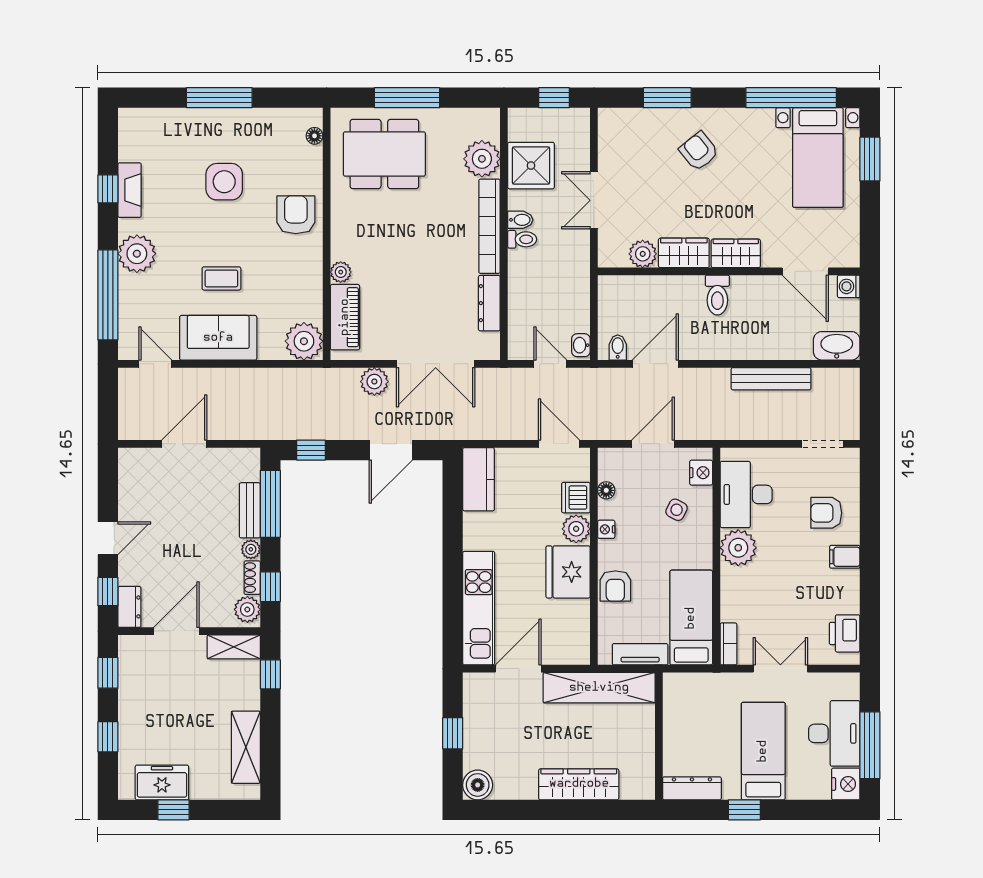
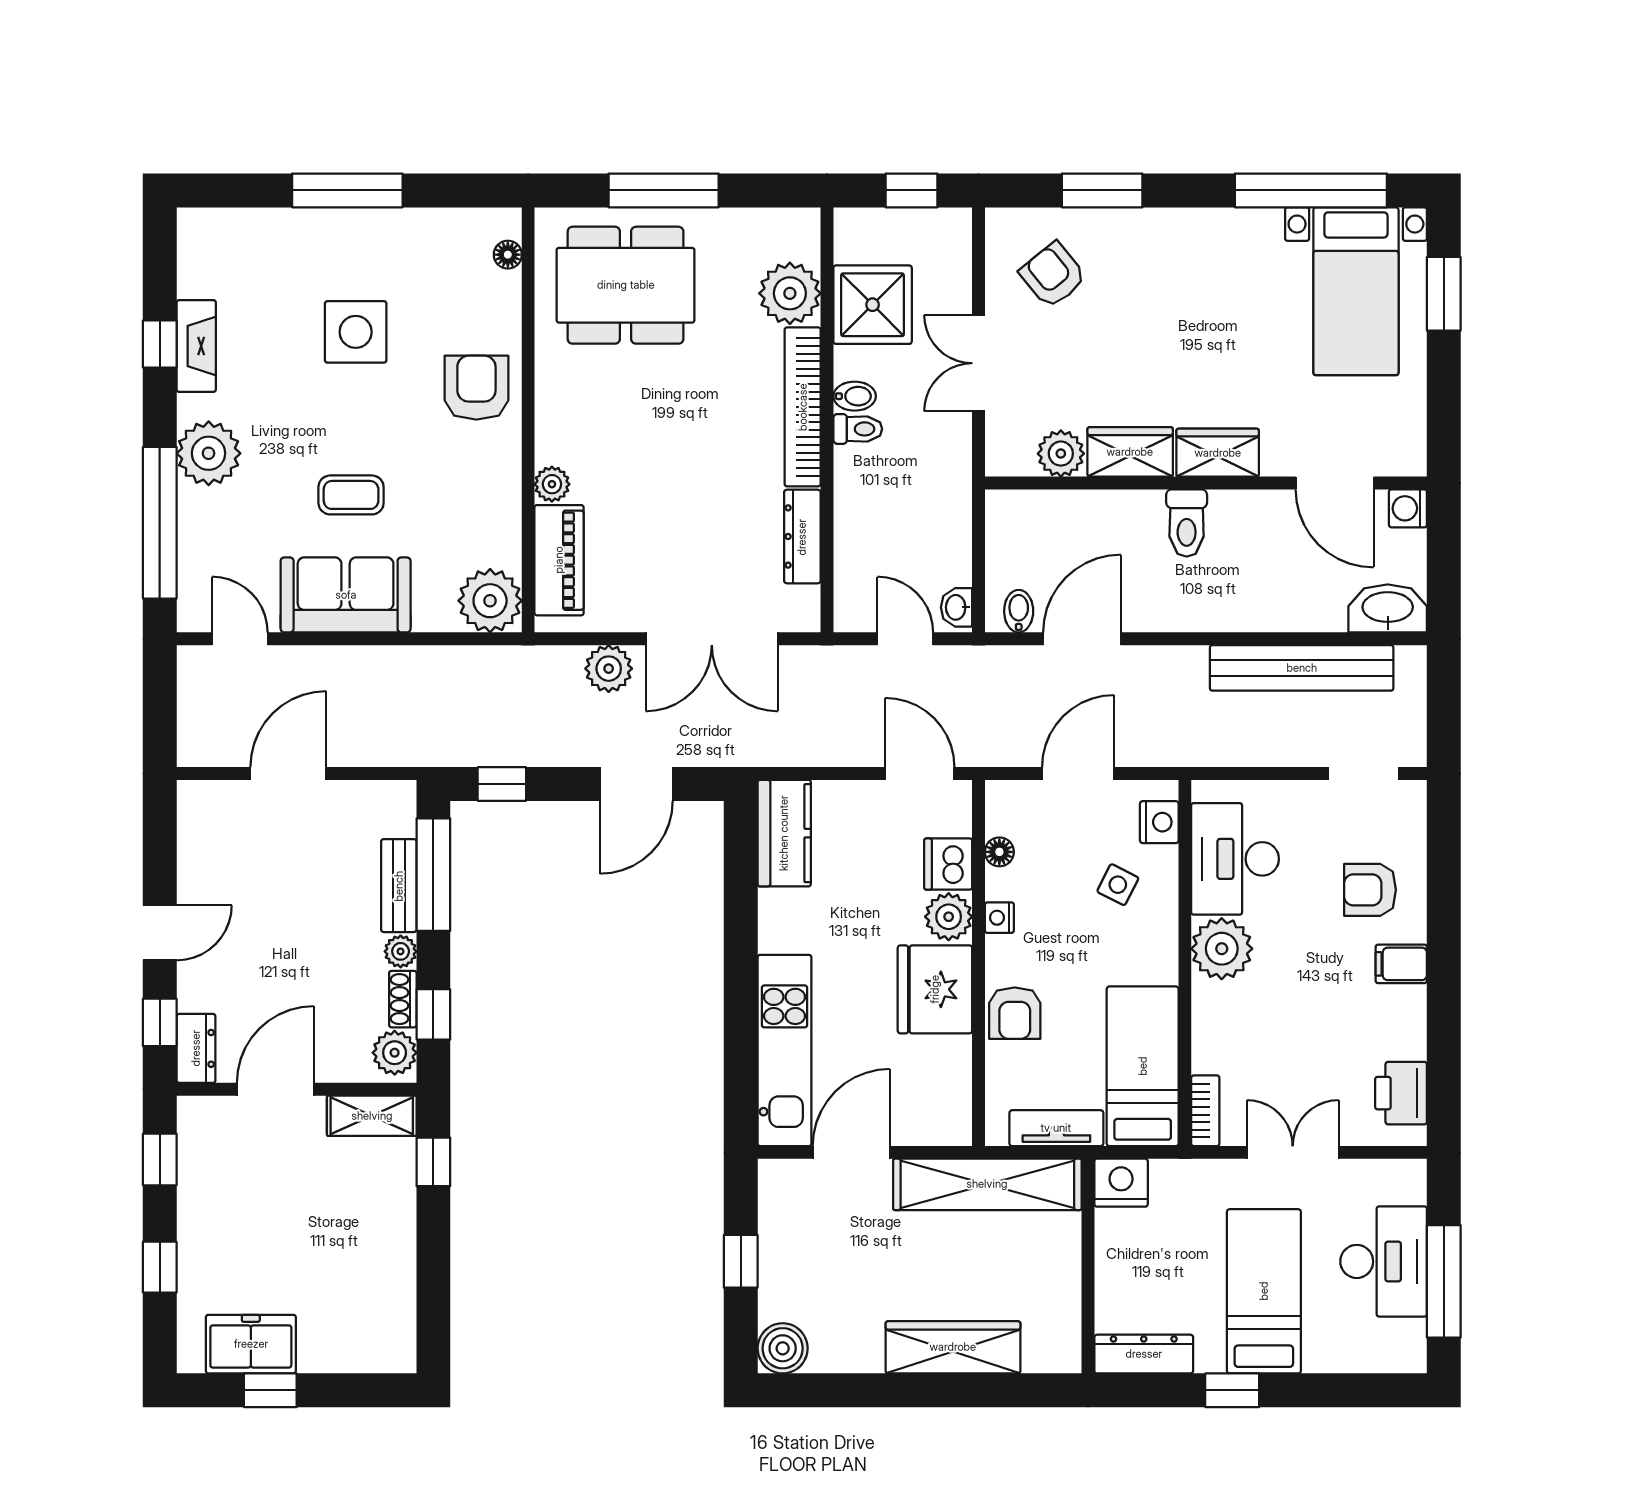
armchair: (699, 151) -> (1053, 275), moved
bench: (771, 379) -> (1302, 668), width x1.37, depth x1.21
shelving: (246, 747) -> (392, 1285), removed
nightstand: (846, 784) -> (1121, 1183), moved, turned -90

